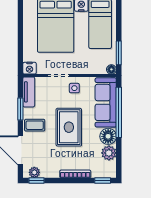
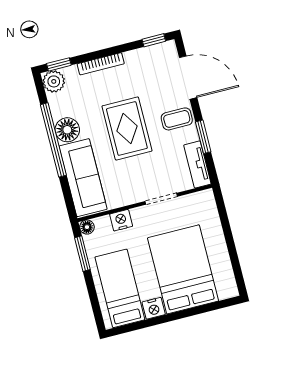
nightstand: (30, 68) -> (121, 220), moved
side table: (74, 88) -> (133, 187), removed
window: (119, 112) -> (53, 140), moved
plant: (109, 153) -> (54, 81), moved
plant: (34, 172) -> (160, 51), removed

